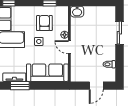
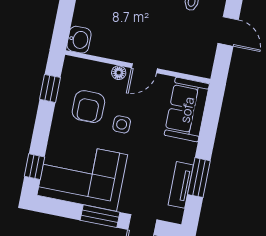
armchair: (44, 23) -> (88, 107), turned -90
sofa: (47, 73) -> (187, 110), width x0.73

